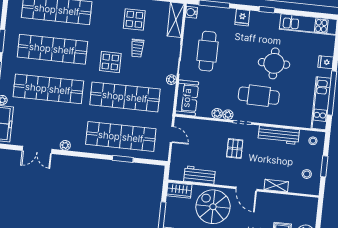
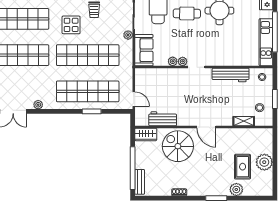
cafe table: (259, 96) -> (187, 13), moved, width x0.73, depth x0.74
door: (172, 135) -> (134, 99), moved
pallet: (235, 149) -> (192, 91), removed
shelving: (276, 186) -> (244, 121), moved

